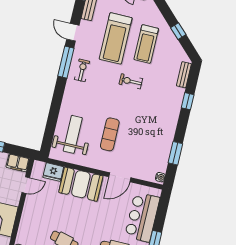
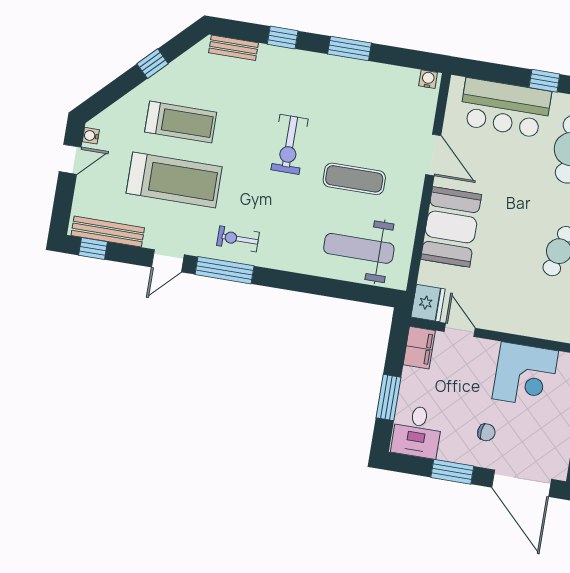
exercise bike: (131, 81) -> (290, 144), moved, width x1.38, depth x1.39
window: (175, 153) -> (350, 49), moved
fridge: (53, 172) -> (428, 303), moved

